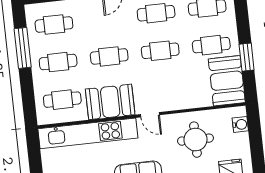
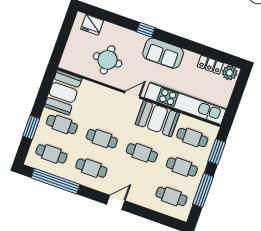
window: (247, 57) -> (31, 127), moved
window: (28, 97) -> (217, 152), added
door: (150, 115) -> (132, 95), hinge flipped
water cooler: (240, 124) -> (69, 55), removed

